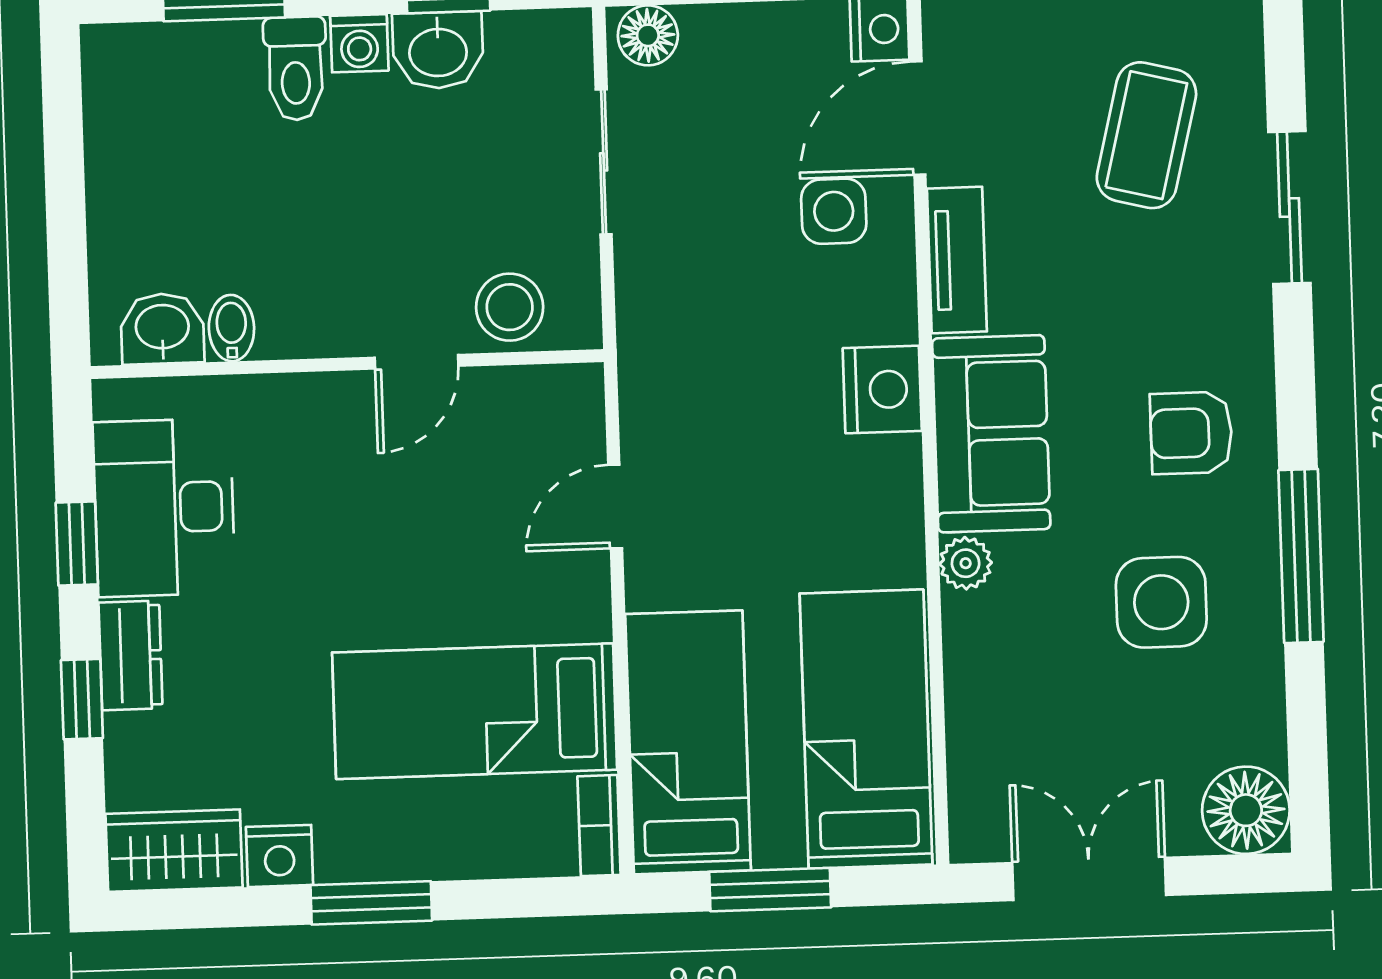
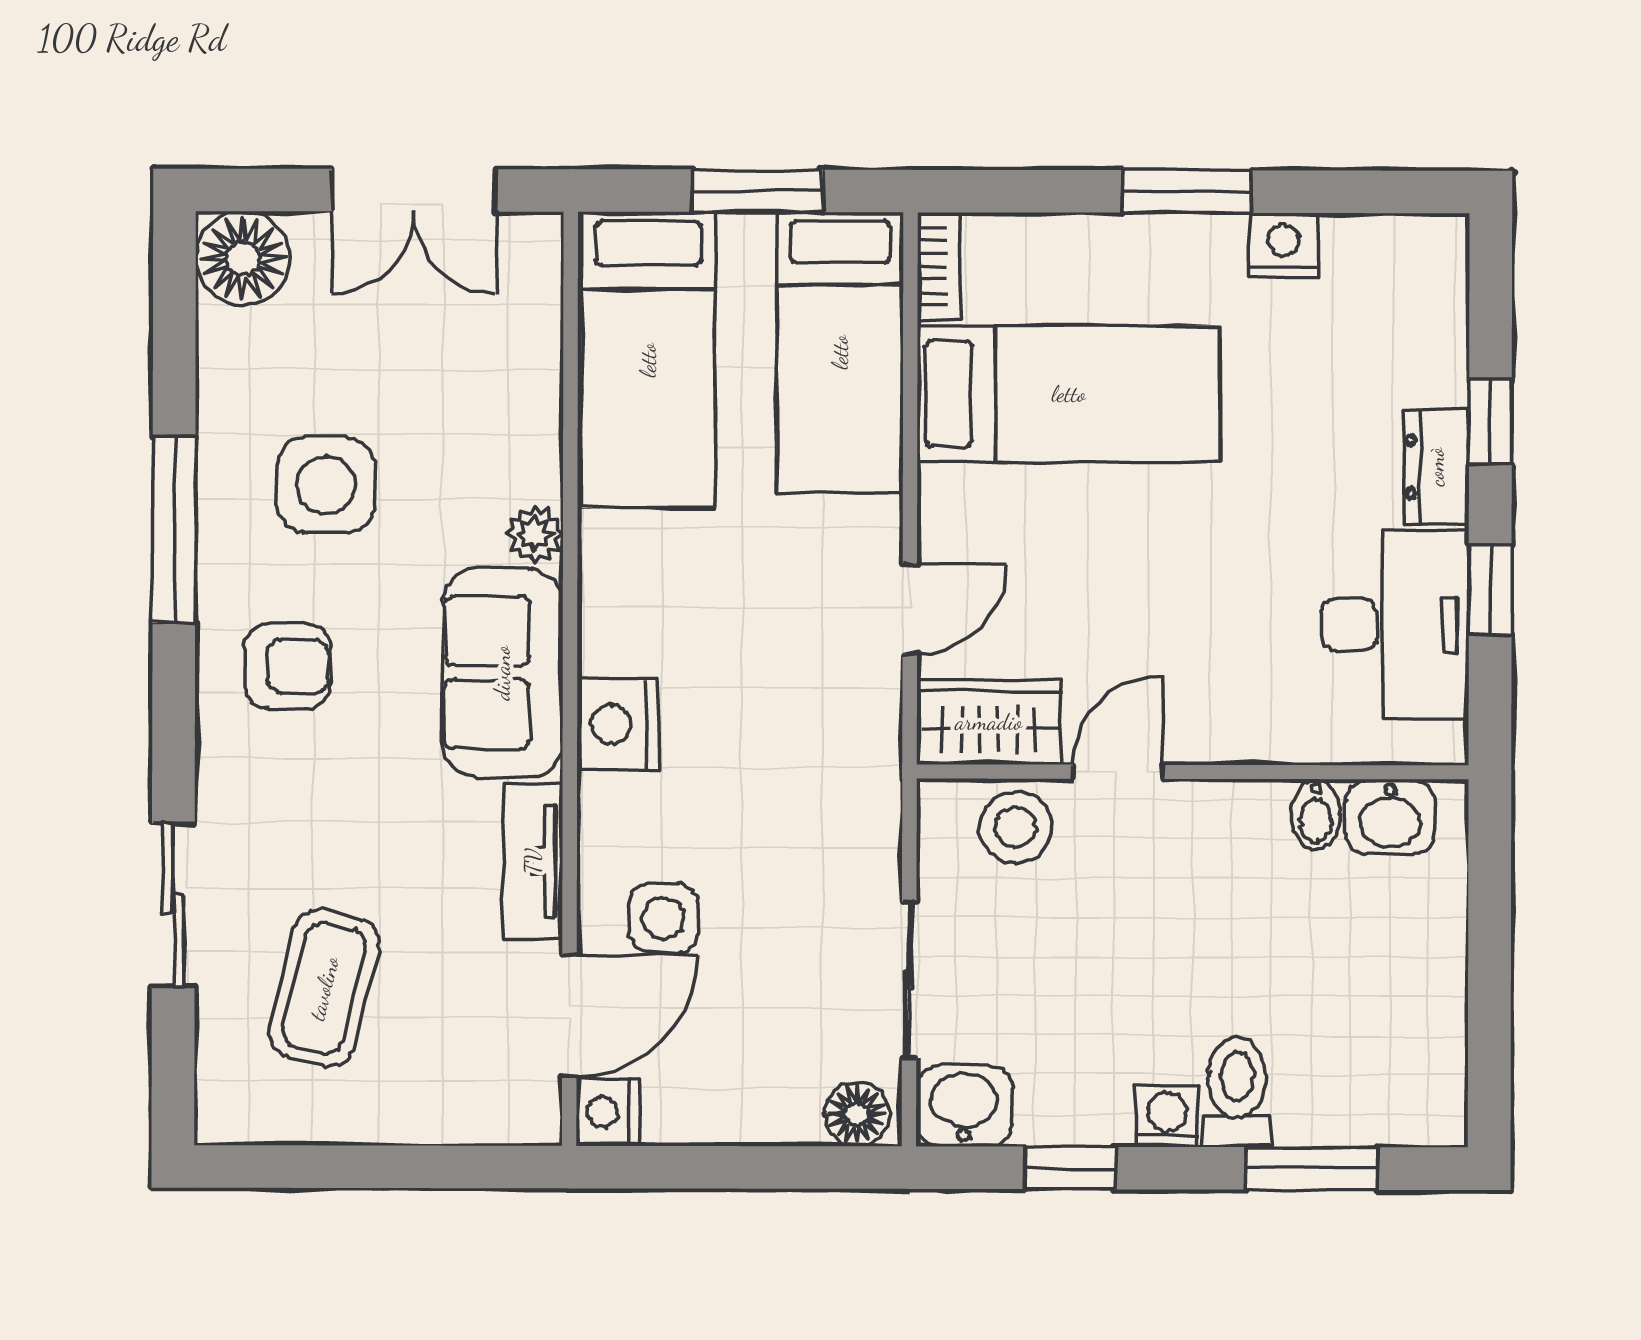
washbasin: (438, 50) -> (964, 1106), moved
wardrobe: (174, 851) -> (989, 722), moved, turned 180

